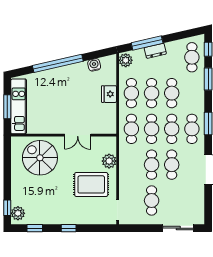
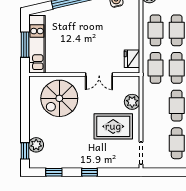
fridge: (109, 94) -> (132, 59), moved
spiral stairs: (40, 158) -> (59, 98), turned -90
plant: (18, 213) -> (36, 145), moved

